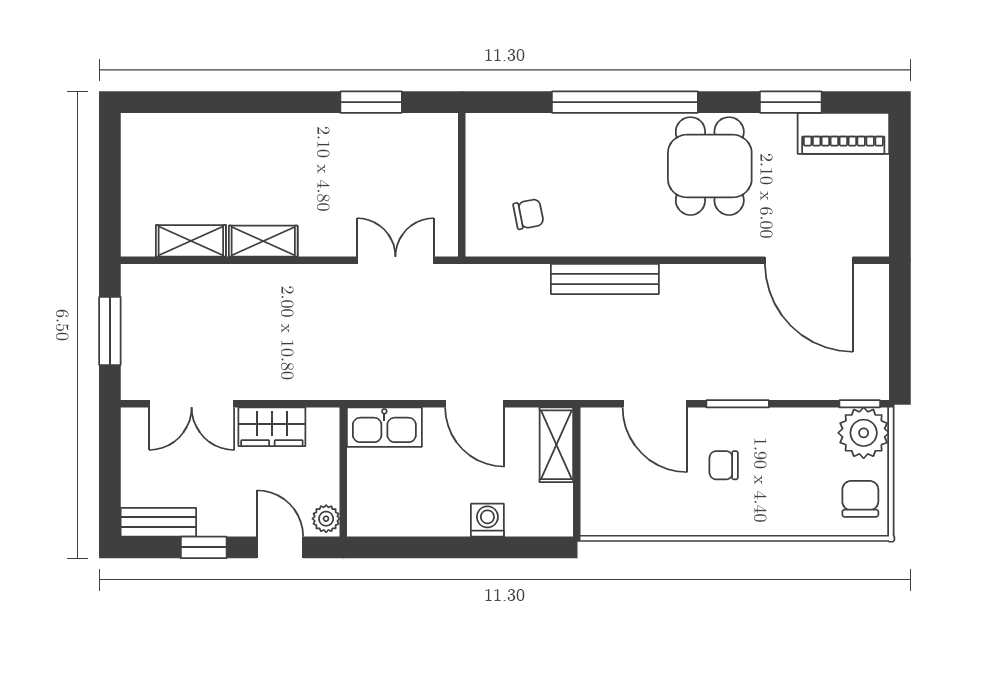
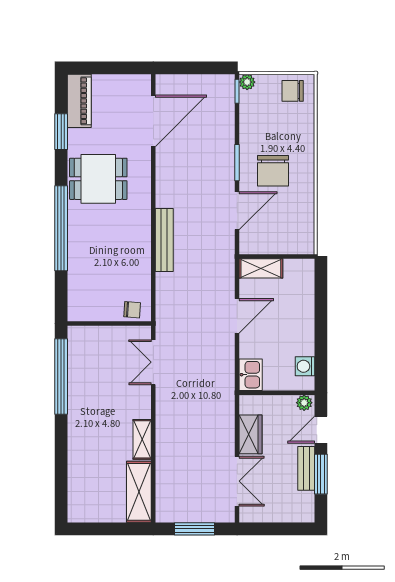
window: (371, 102) -> (61, 376), width x2.11
chair: (528, 214) -> (132, 310), moved, turned 105
shelving: (191, 241) -> (139, 492), width x1.50, depth x1.33
kitchen sink: (384, 427) -> (251, 375), width x0.73
plant: (864, 433) -> (247, 82), width x0.53, depth x0.53
chair: (724, 465) -> (273, 171), width x1.87, depth x1.87
washing machine: (487, 520) -> (305, 366), moved
bench: (158, 522) -> (306, 468), moved
window: (204, 547) -> (321, 474), width x1.50

